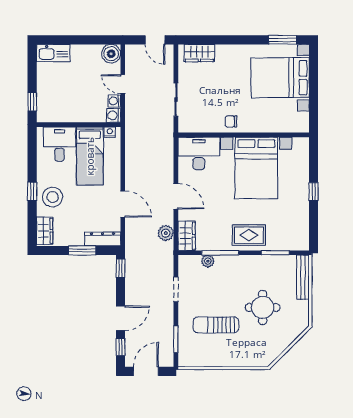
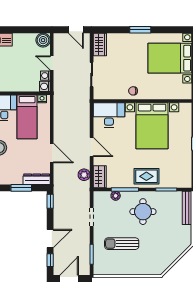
window: (283, 40) -> (140, 30), moved
wardrobe: (199, 53) -> (100, 44), moved, turned -90
round table: (263, 307) -> (143, 212), moved

